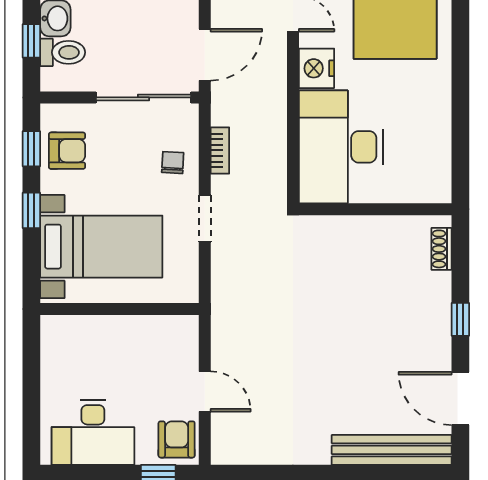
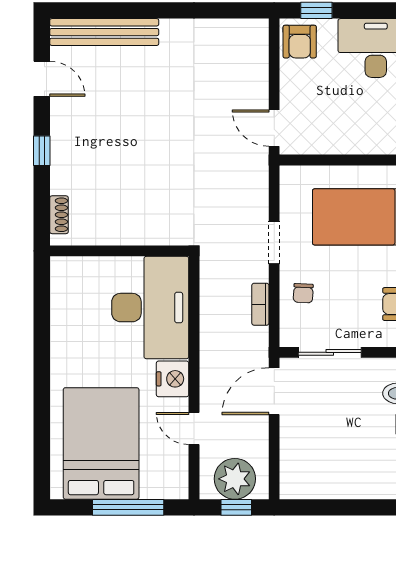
sliding door: (143, 97) -> (330, 352), width x0.73
door: (205, 392) -> (274, 128), moved
door: (460, 398) -> (42, 79), width x0.73

